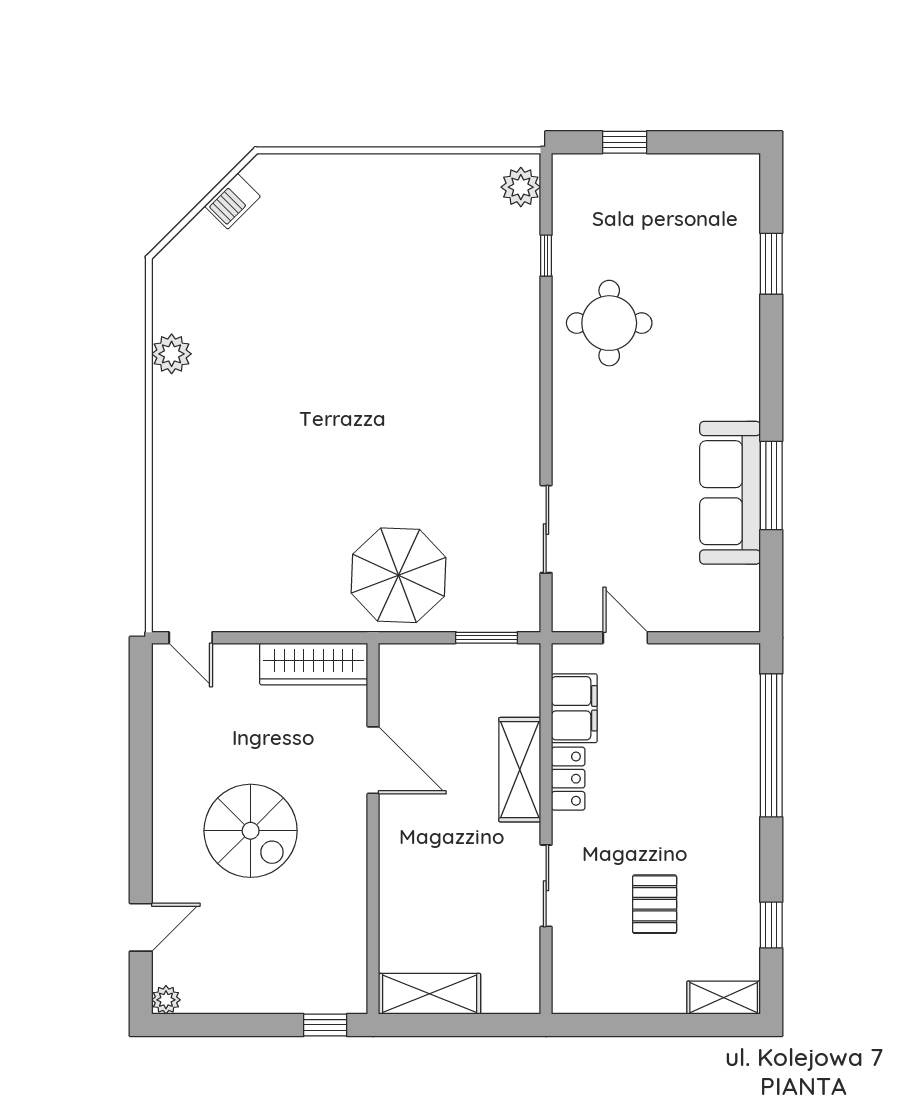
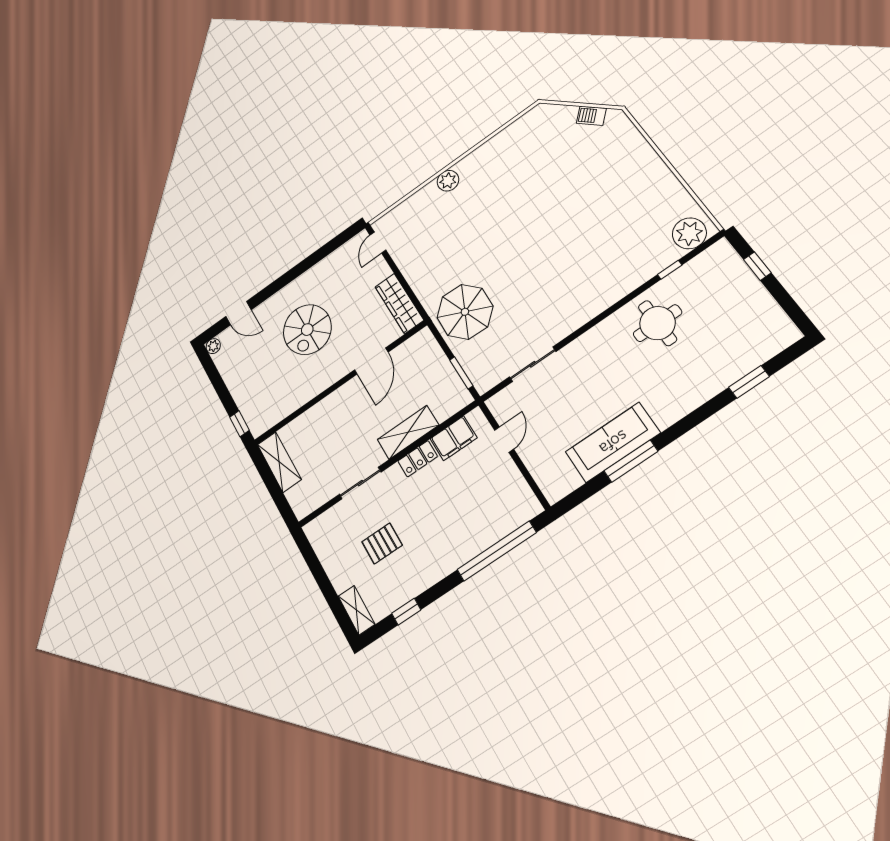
plant: (521, 187) -> (689, 233), width x1.36, depth x1.36
plant: (172, 354) -> (448, 181), moved

